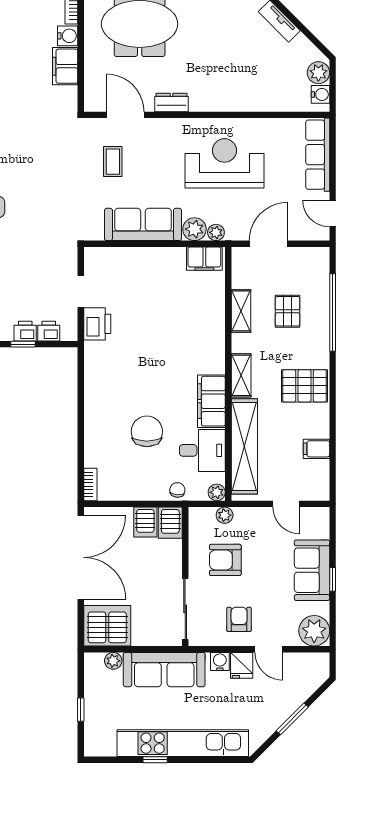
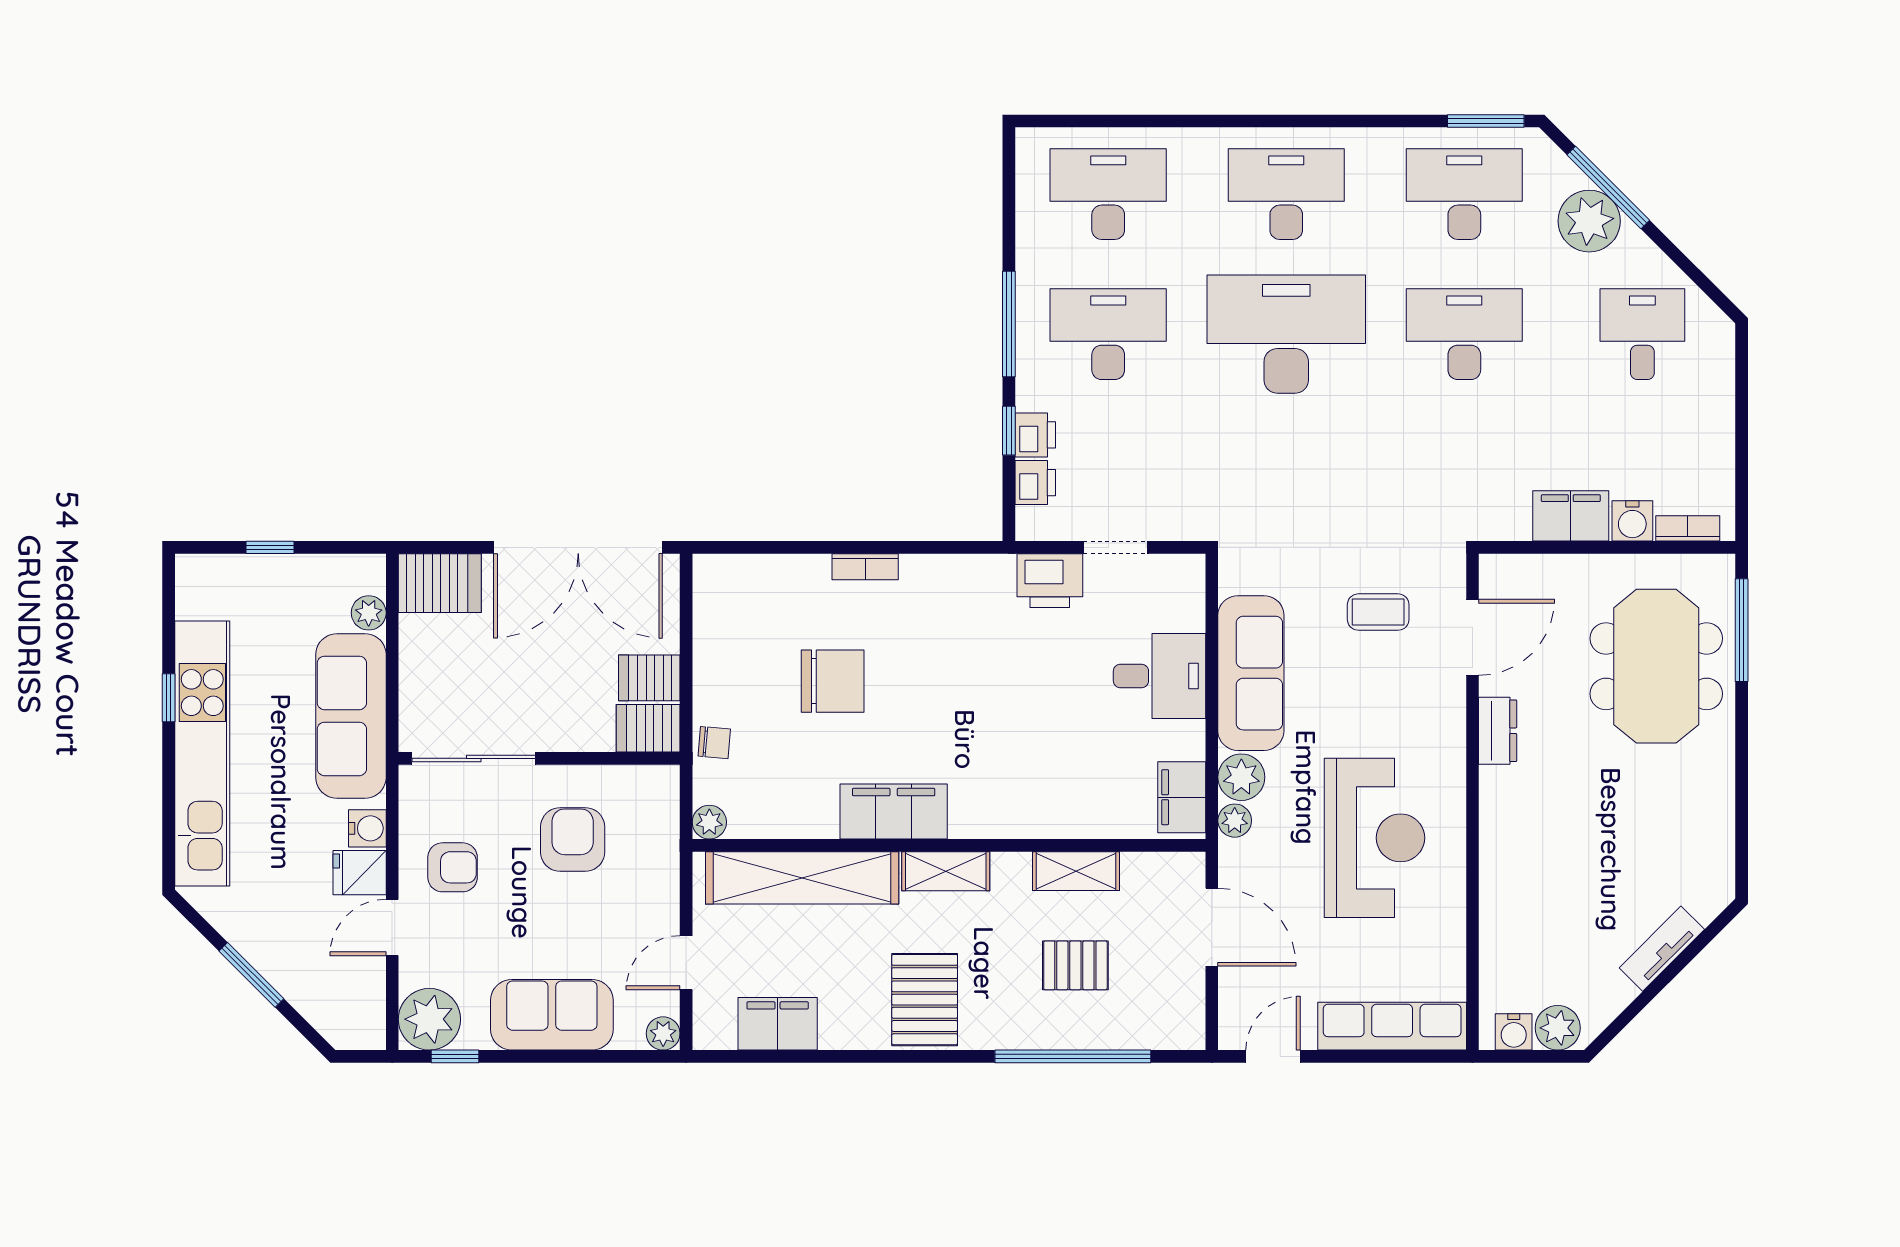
filing cabinet: (316, 449) -> (778, 1024), width x2.00
desk: (202, 450) -> (1159, 676), moved, turned -90
bookcase: (90, 484) -> (865, 567), moved
plant: (225, 515) -> (663, 1033), moved
window: (333, 579) -> (455, 1056), moved
server rack: (107, 626) -> (440, 583), width x0.62

